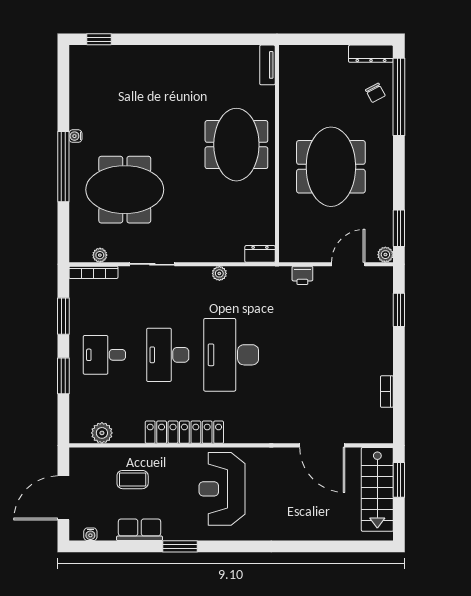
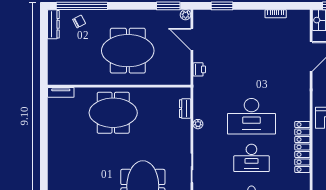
dresser: (260, 254) -> (185, 109), moved

